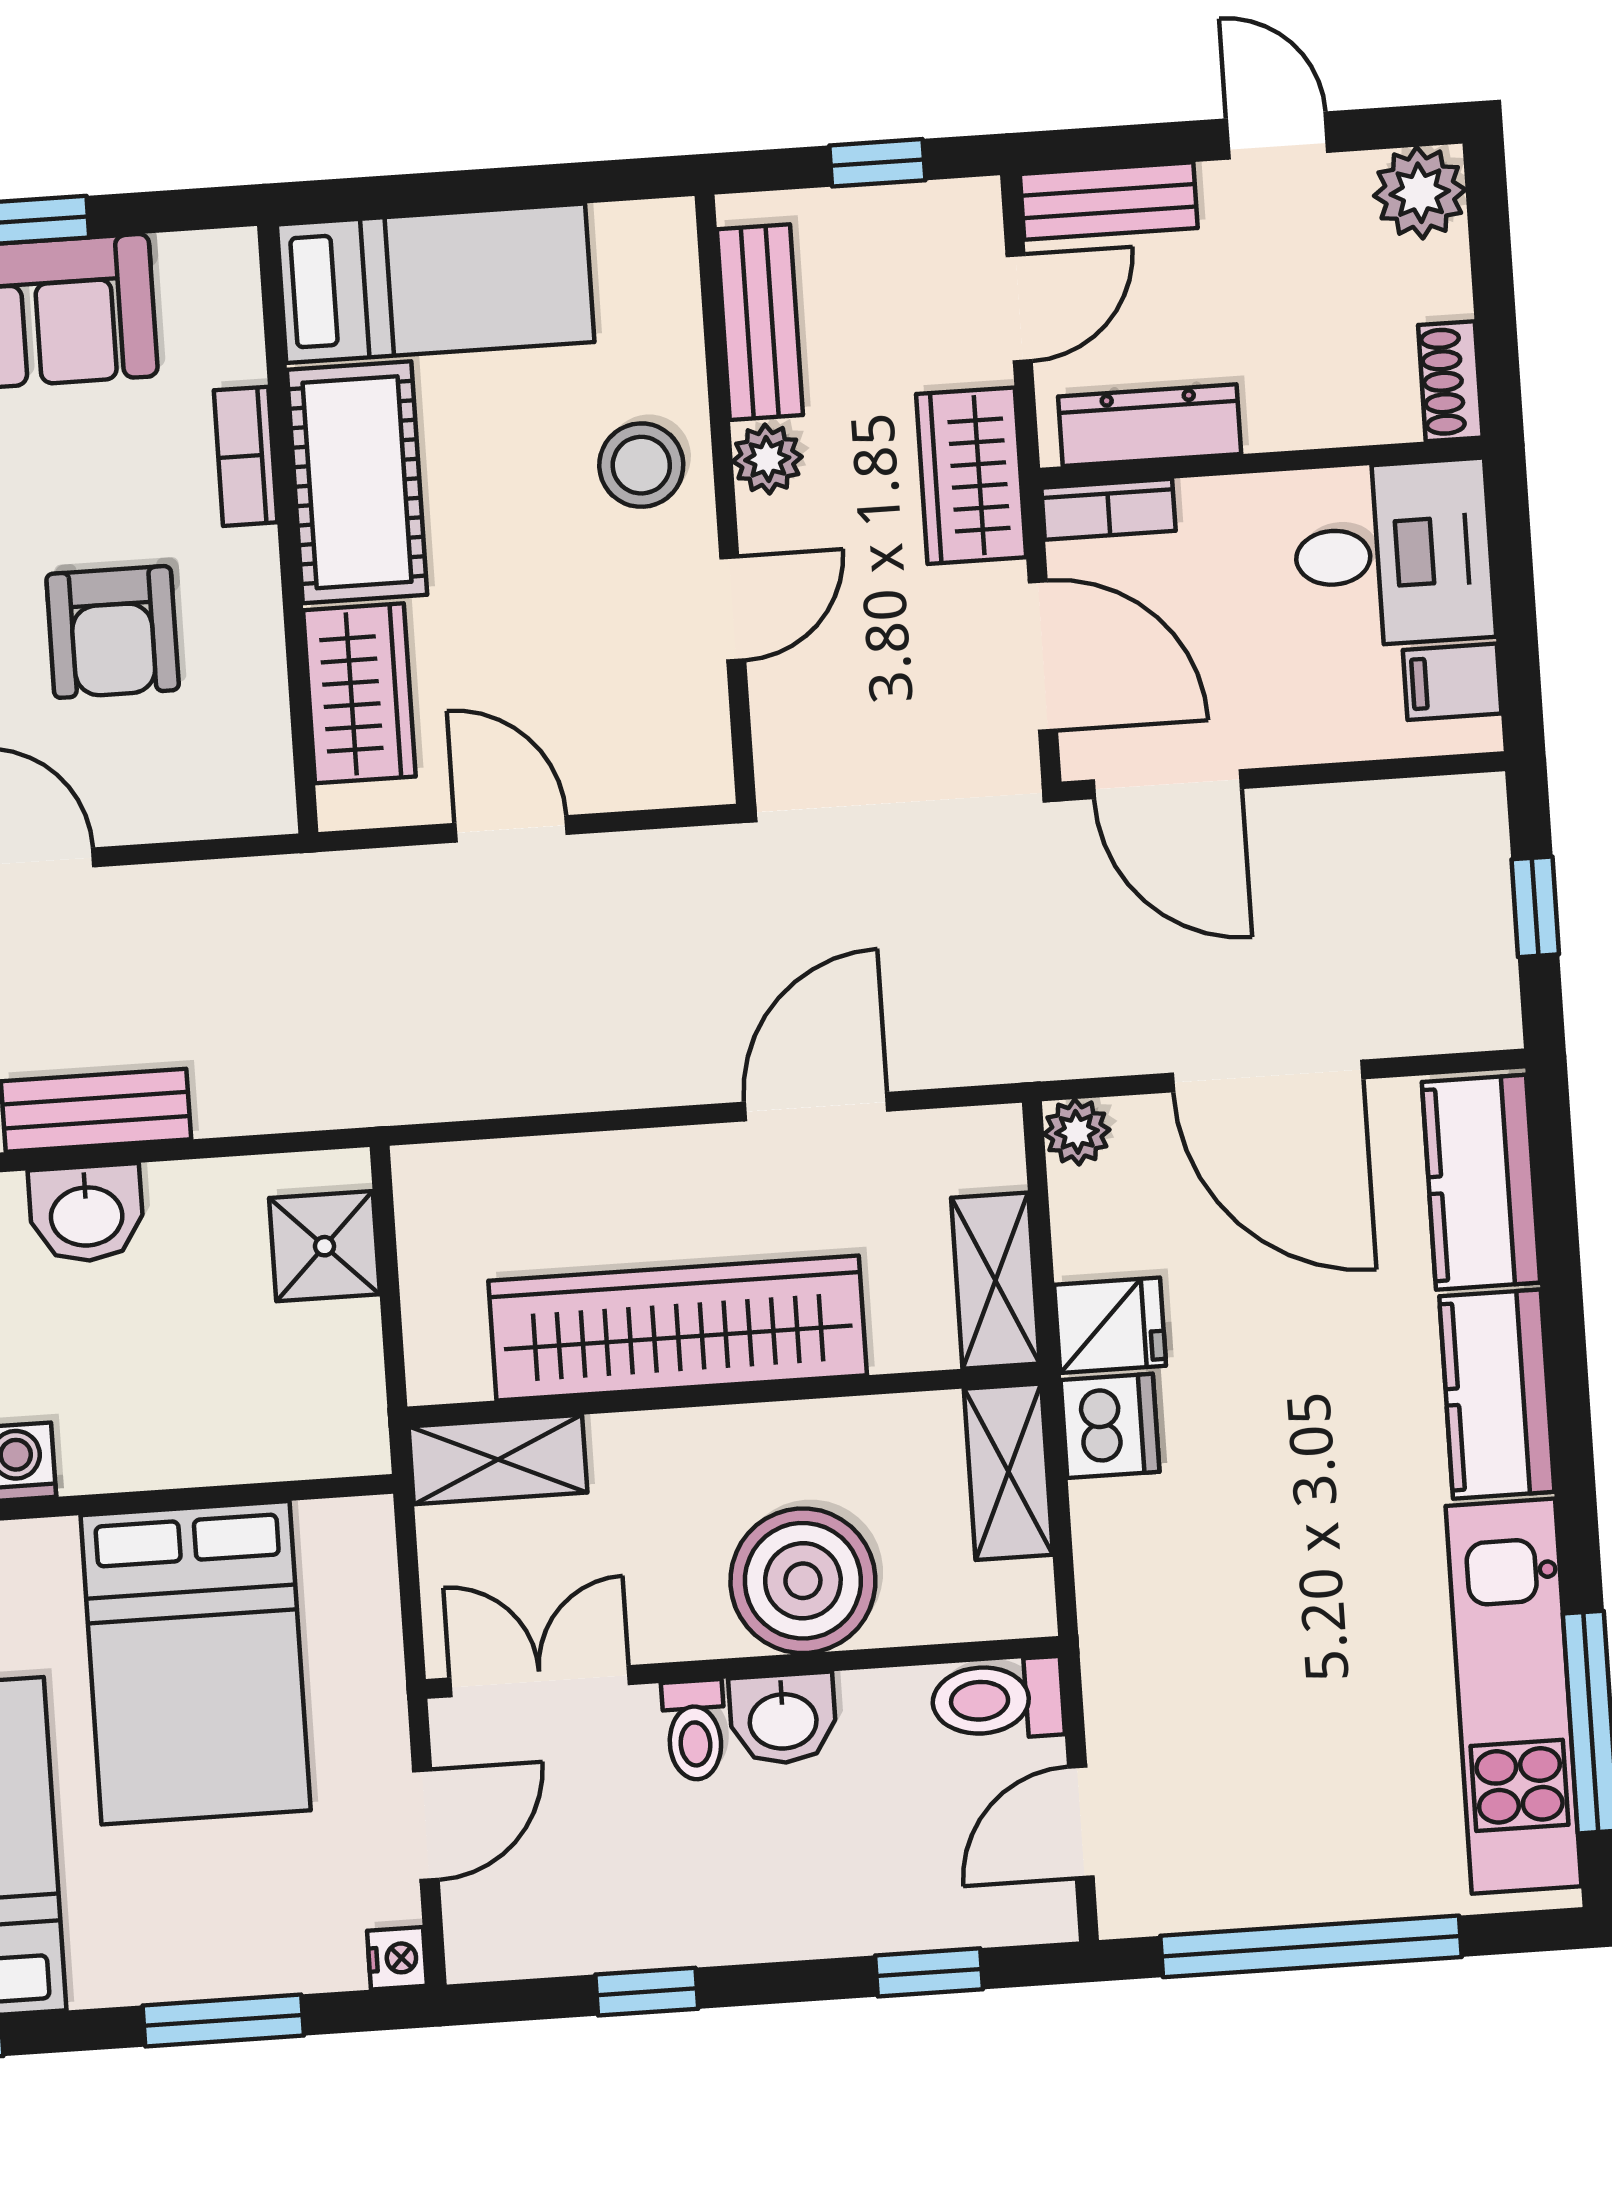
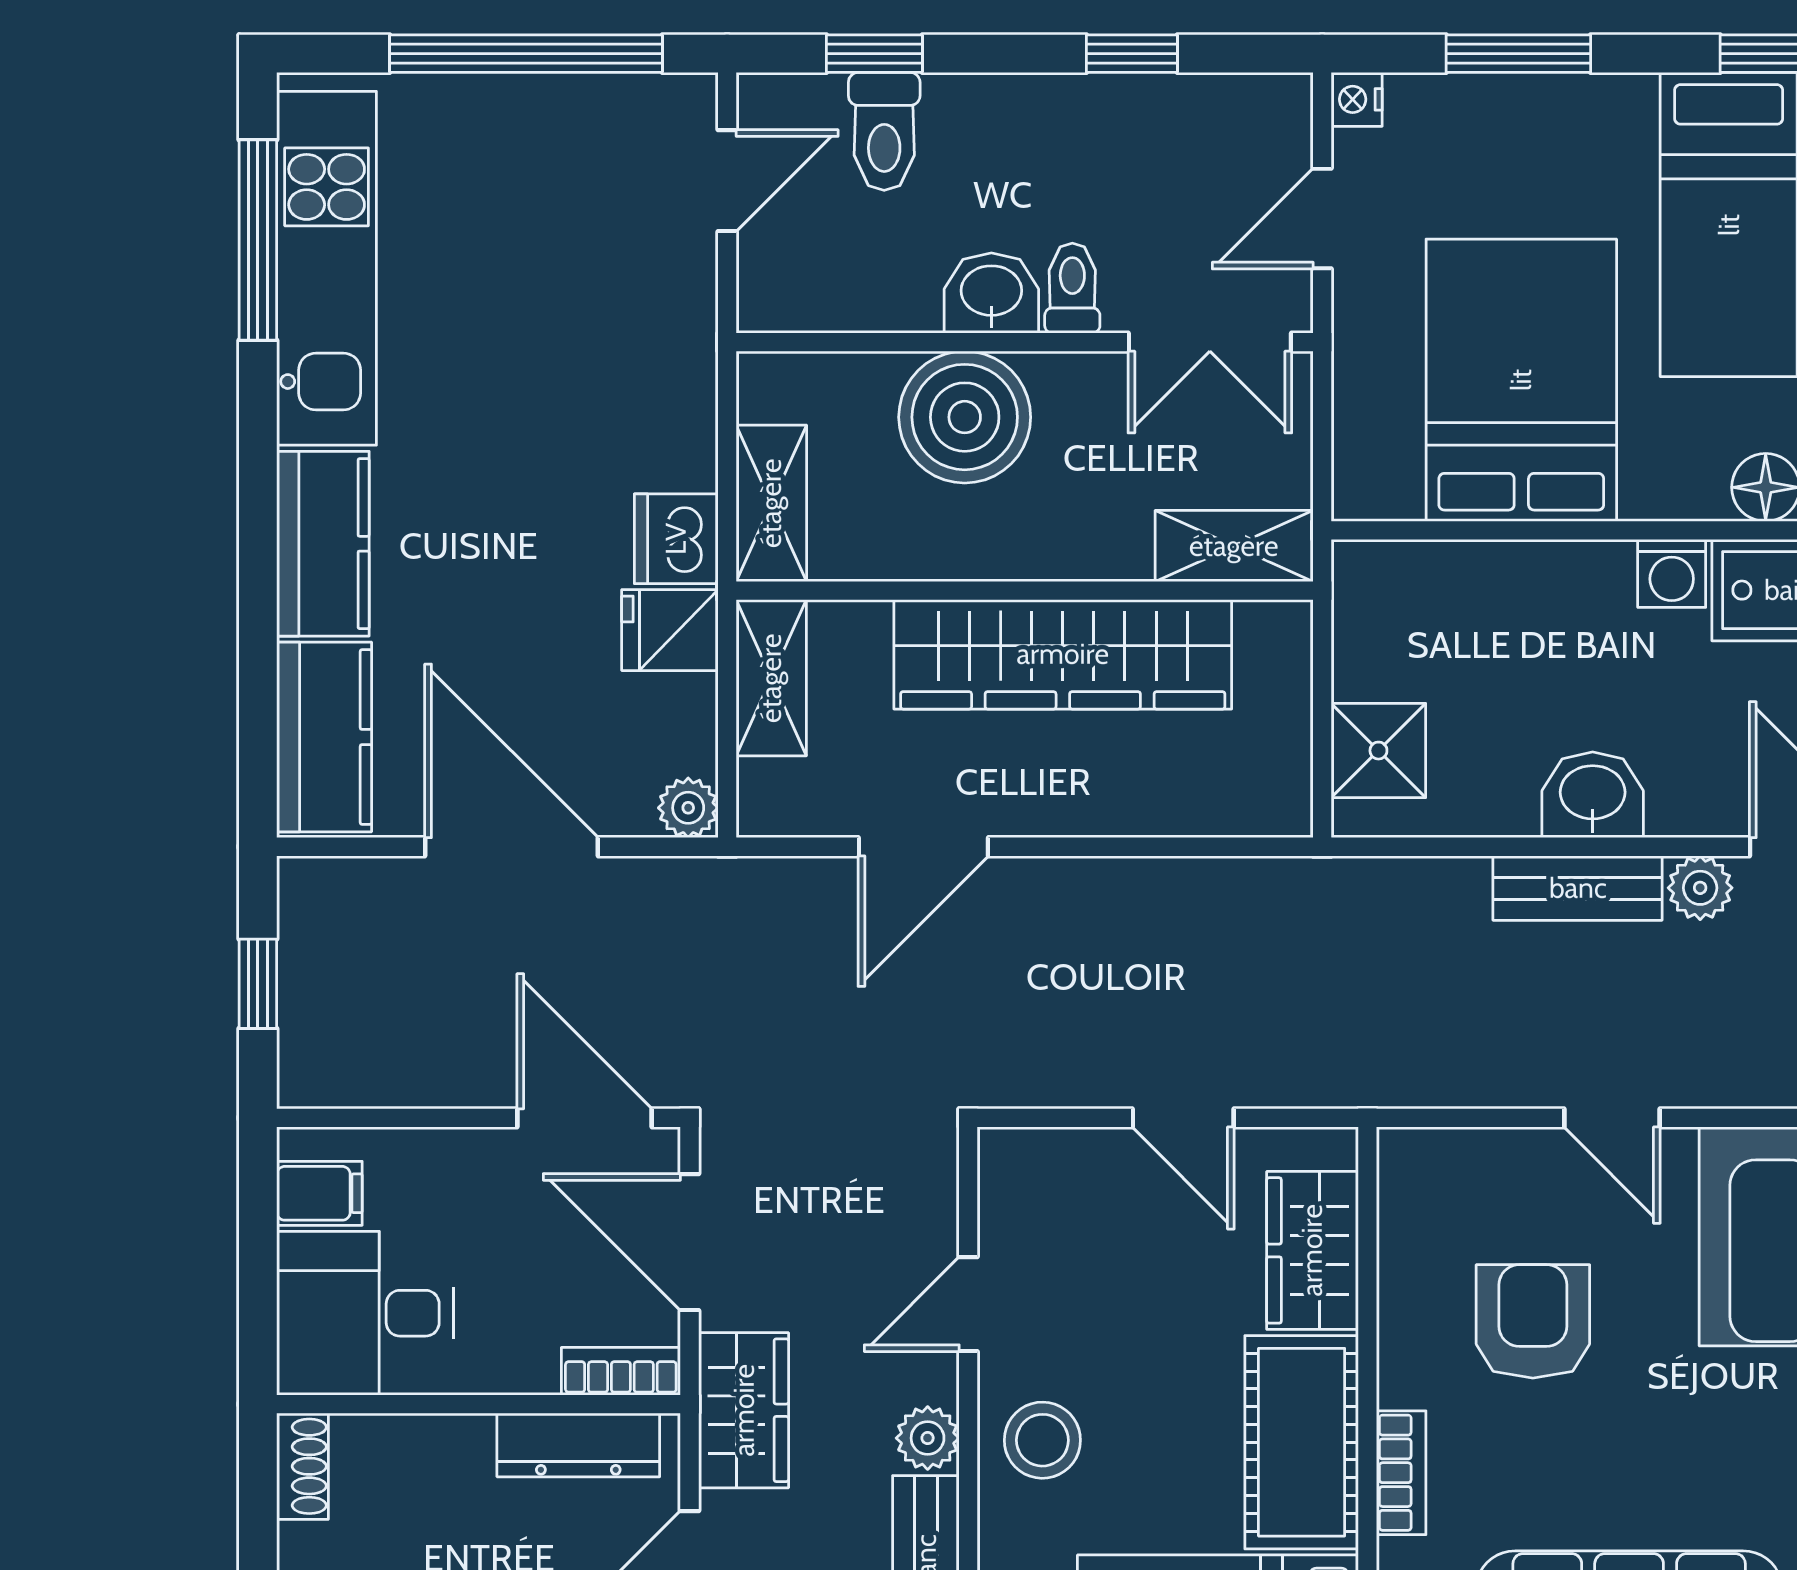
toilet: (998, 1699) -> (884, 131), moved, turned 90

